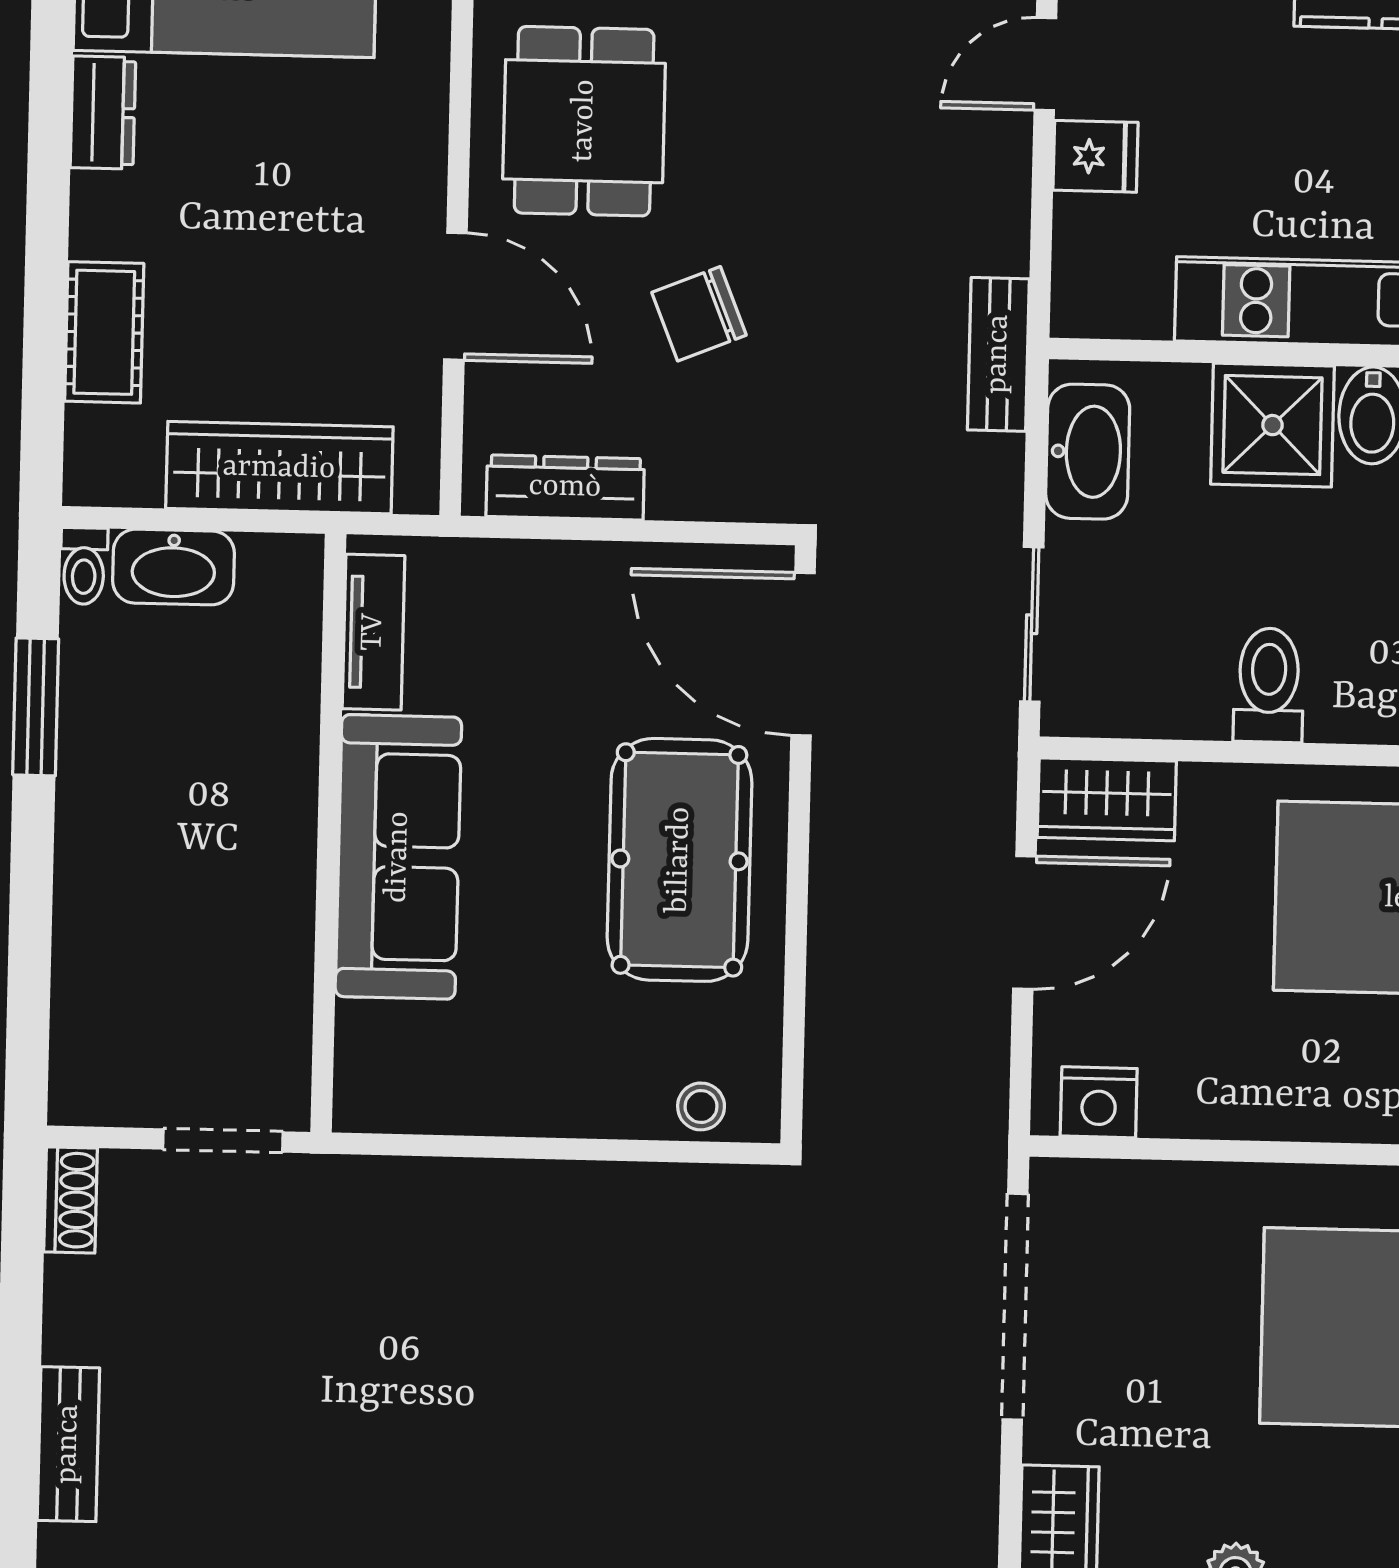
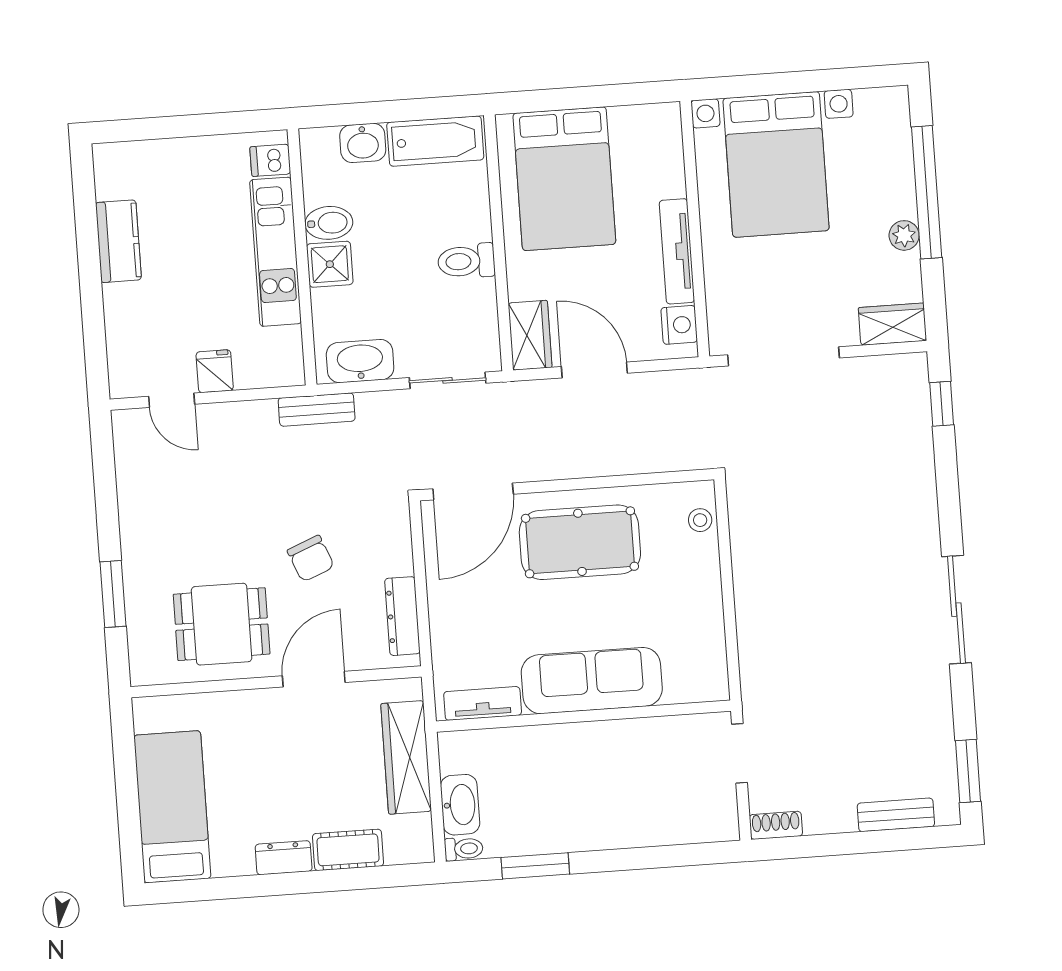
dresser: (103, 113) -> (284, 858), moved
shower: (1272, 425) -> (330, 264), width x0.73, depth x0.73
tv unit: (1248, 1112) -> (677, 251), added

